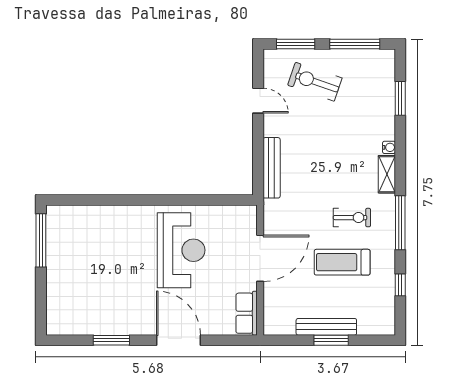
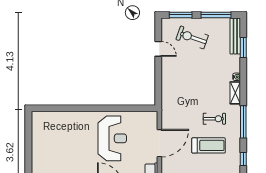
bench: (272, 168) -> (235, 36), moved
window: (41, 240) -> (28, 132), removed
treadmill: (342, 262) -> (209, 145), turned 180

